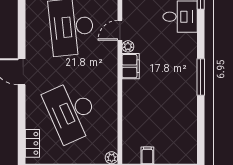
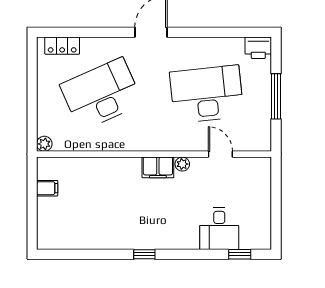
door: (120, 30) -> (220, 154), moved
window: (201, 77) -> (144, 254), width x0.46

